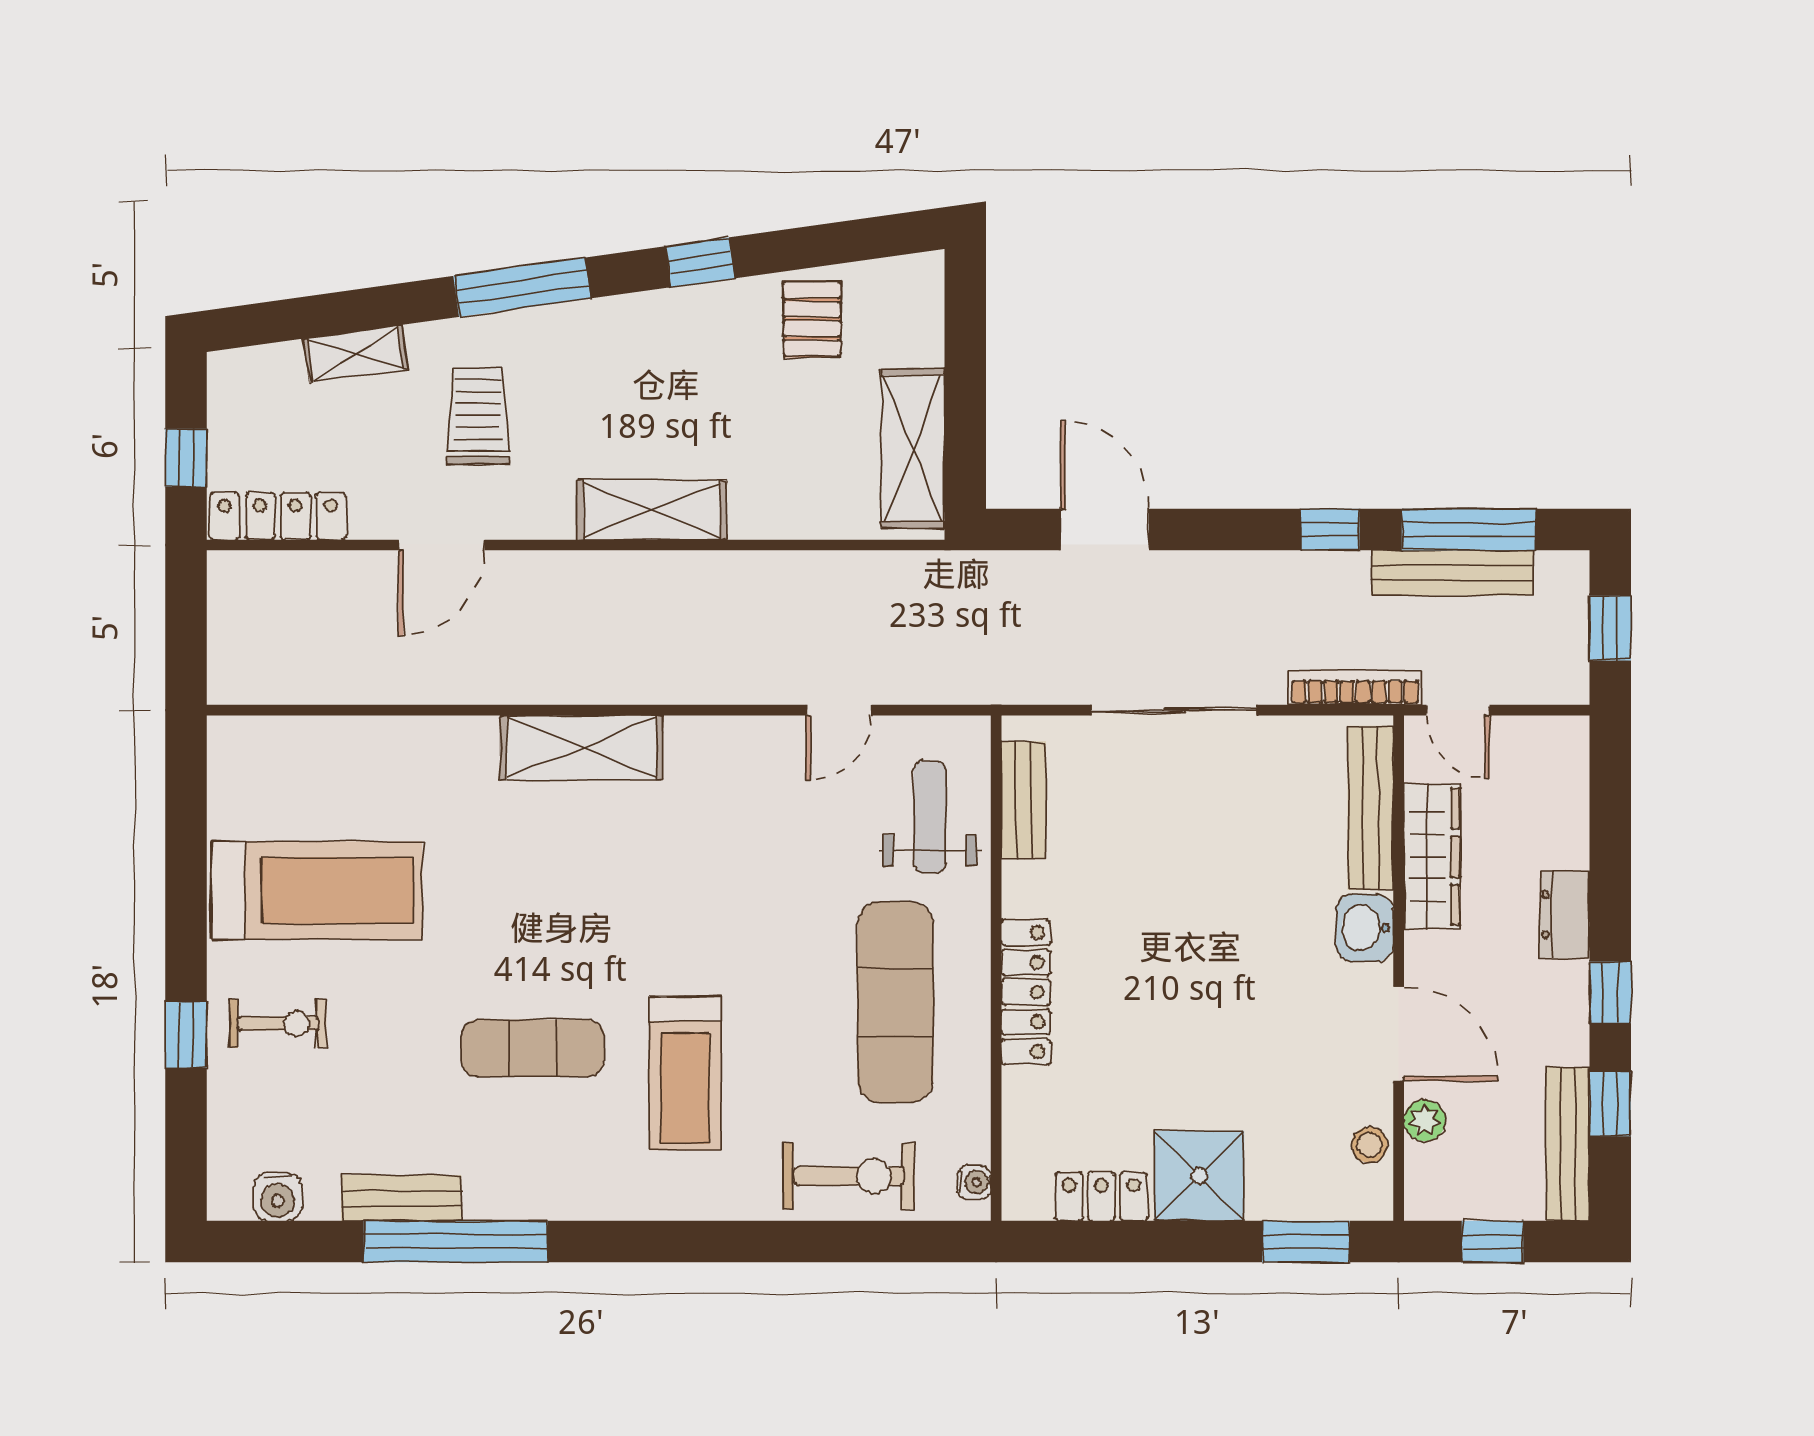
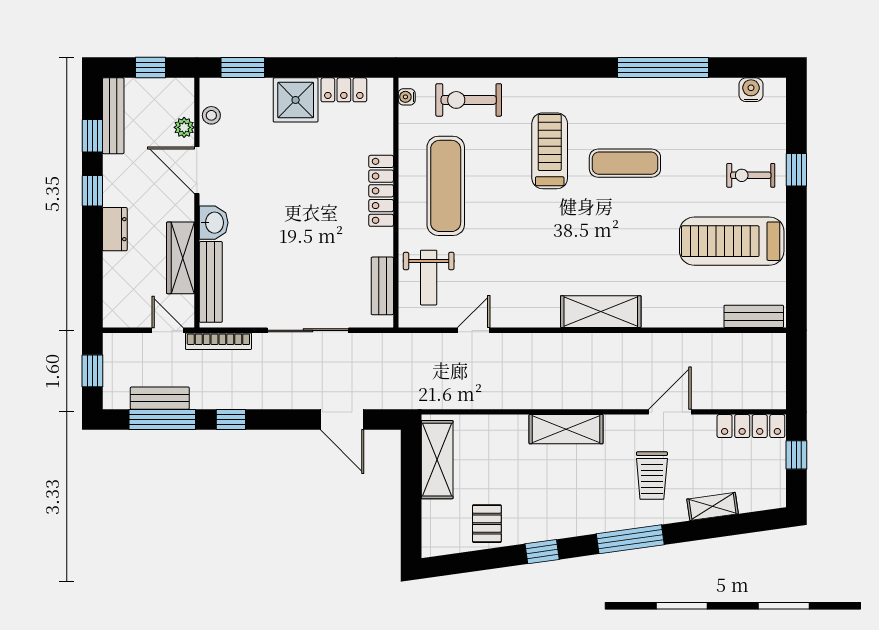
bench: (1452, 573) -> (160, 398), width x0.73
bench: (401, 1198) -> (754, 316), moved

